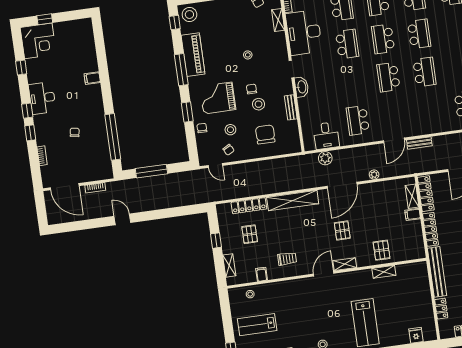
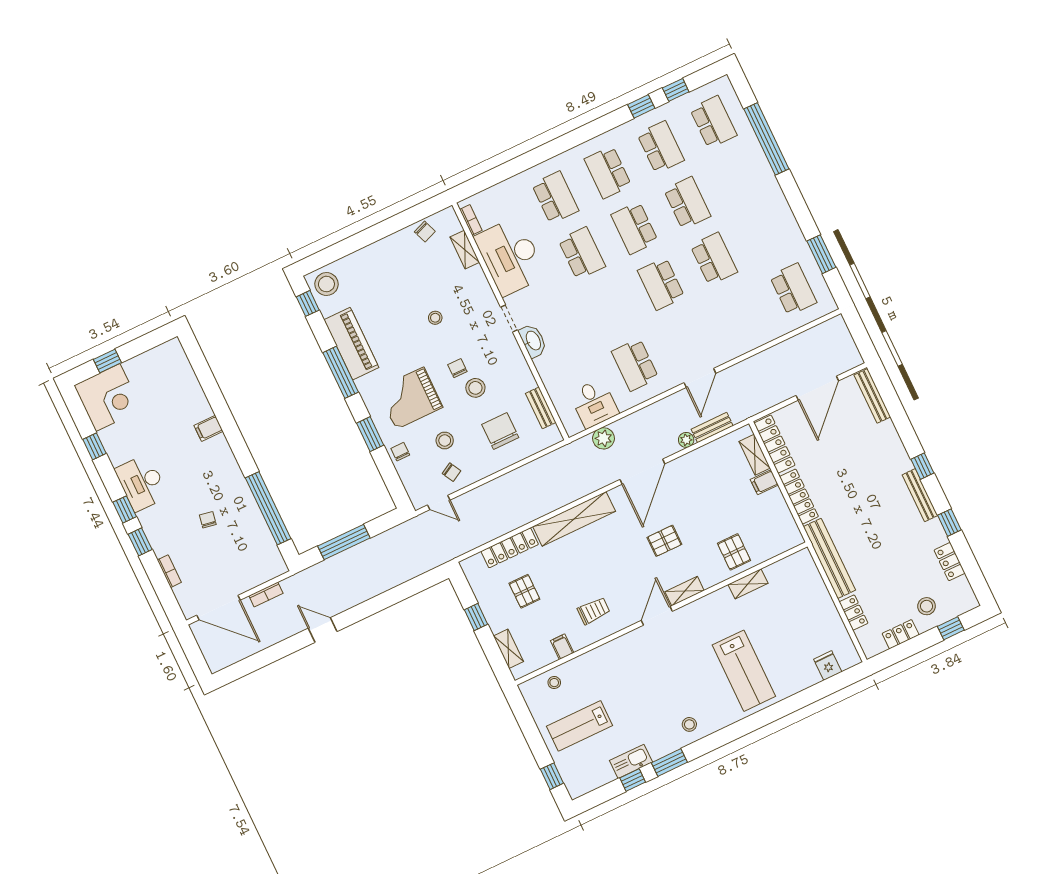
bench: (291, 107) -> (541, 408), moved
bench: (419, 143) -> (712, 428), moved
pallet: (342, 231) -> (664, 541), turned 90

